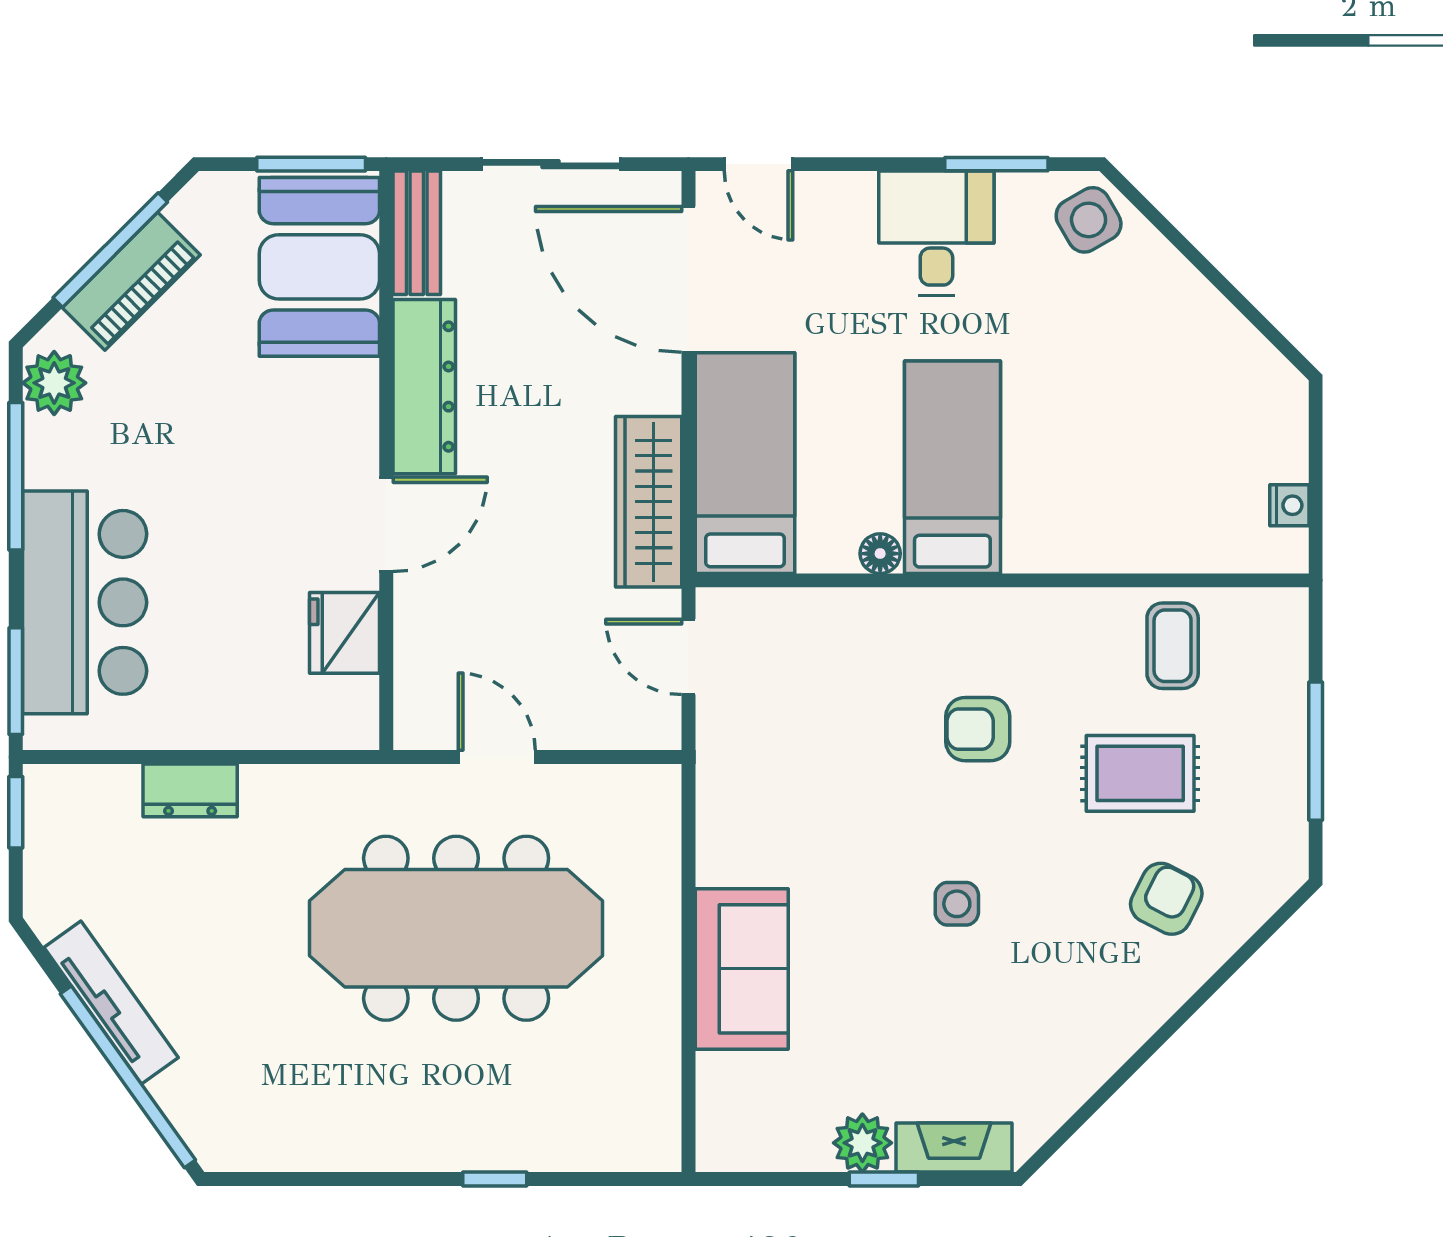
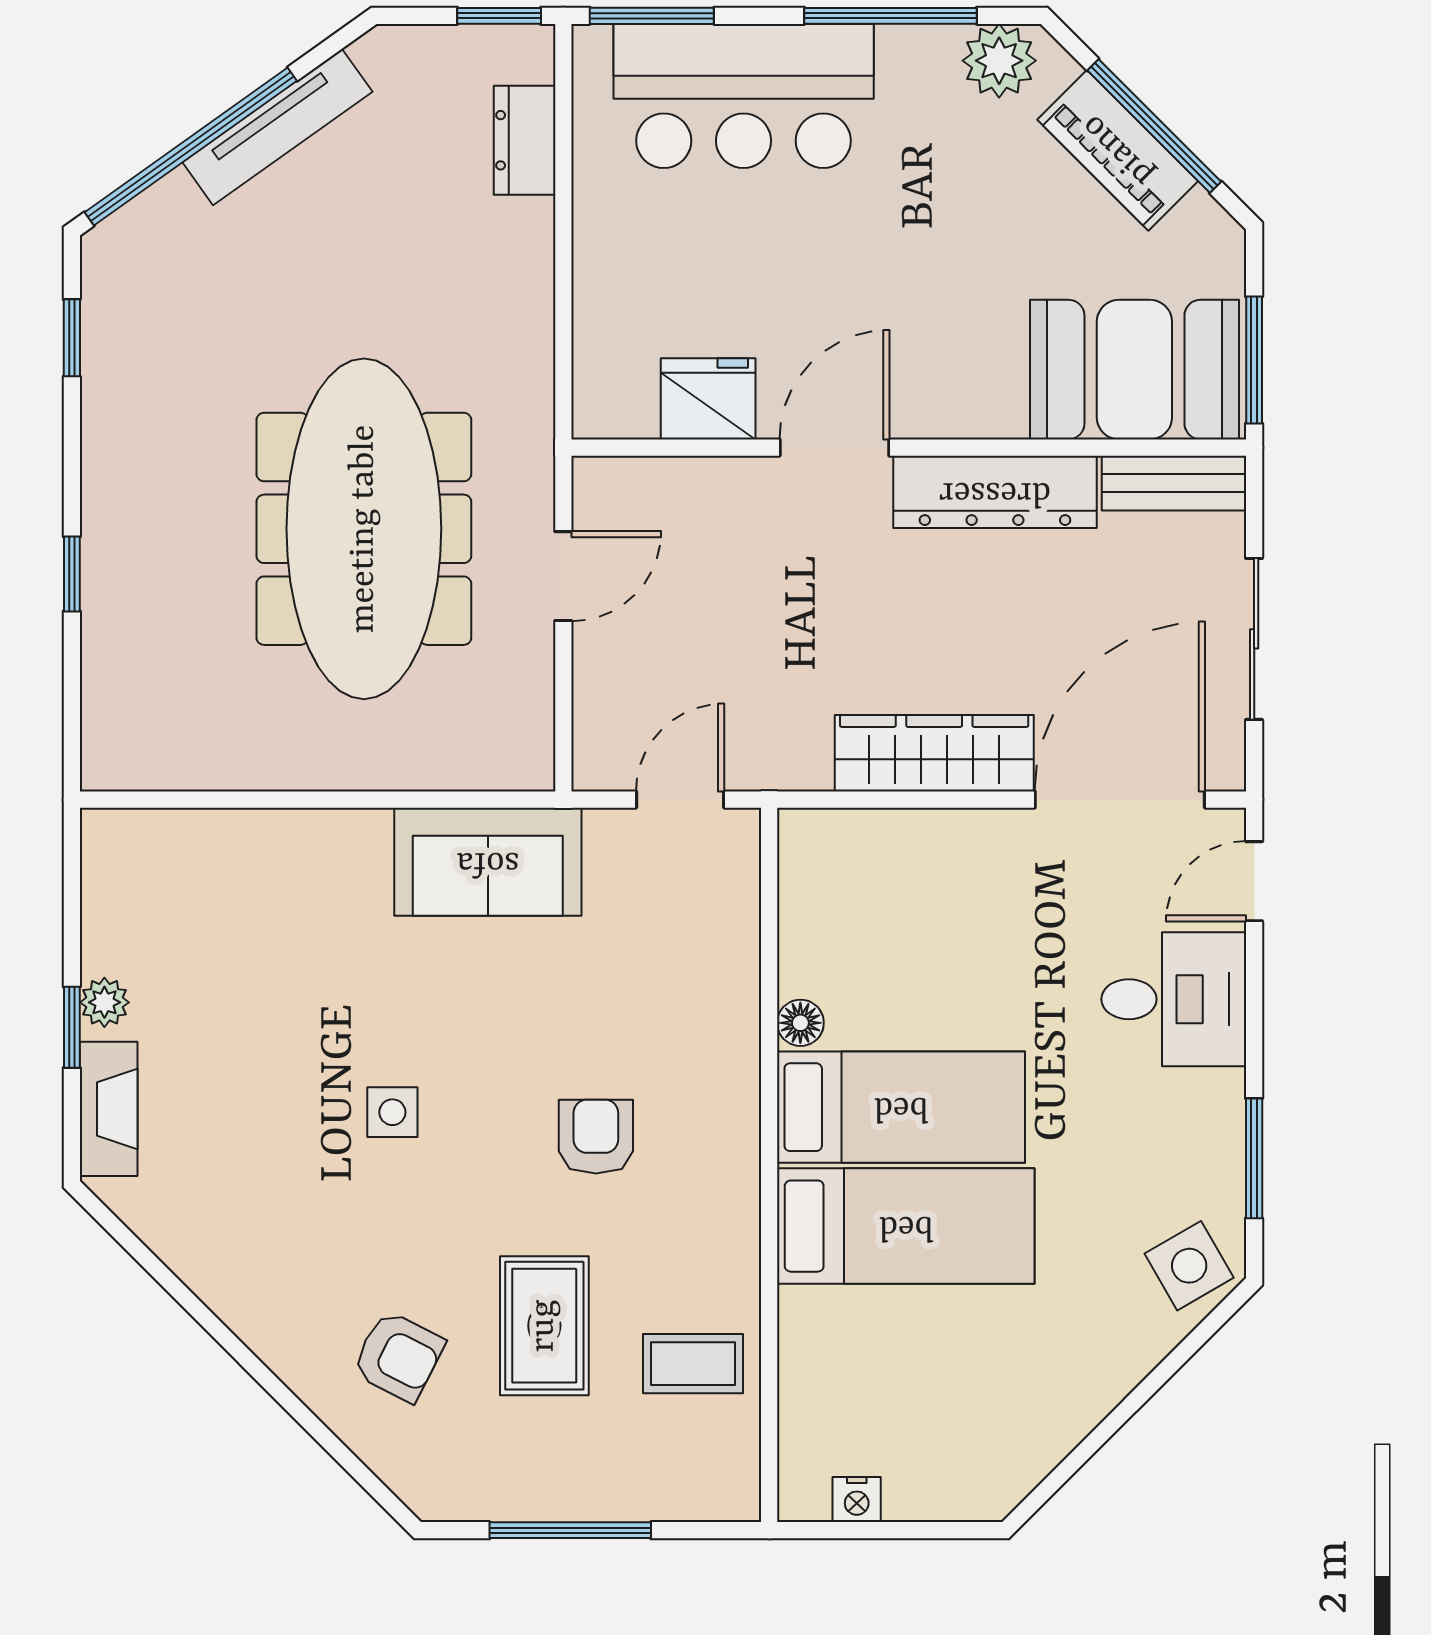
desk: (936, 233) -> (1174, 999), moved
bed: (745, 463) -> (906, 1226), moved
wardrobe: (649, 502) -> (934, 753), moved
door: (386, 524) -> (834, 448), swing flipped
dresser: (190, 790) -> (525, 140), moved
sofa: (742, 969) -> (488, 862), moved
plant: (862, 1143) -> (104, 1002), width x0.73, depth x0.73
window: (292, 1179) -> (72, 338), added

